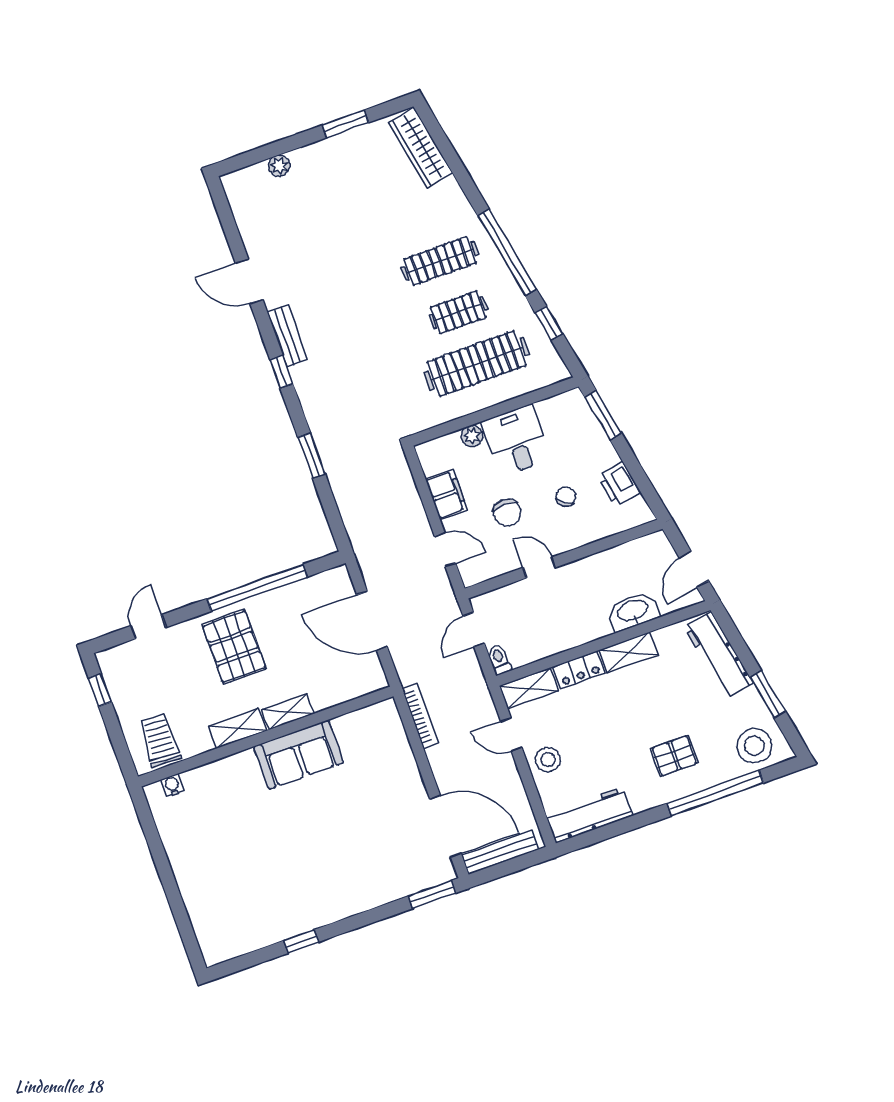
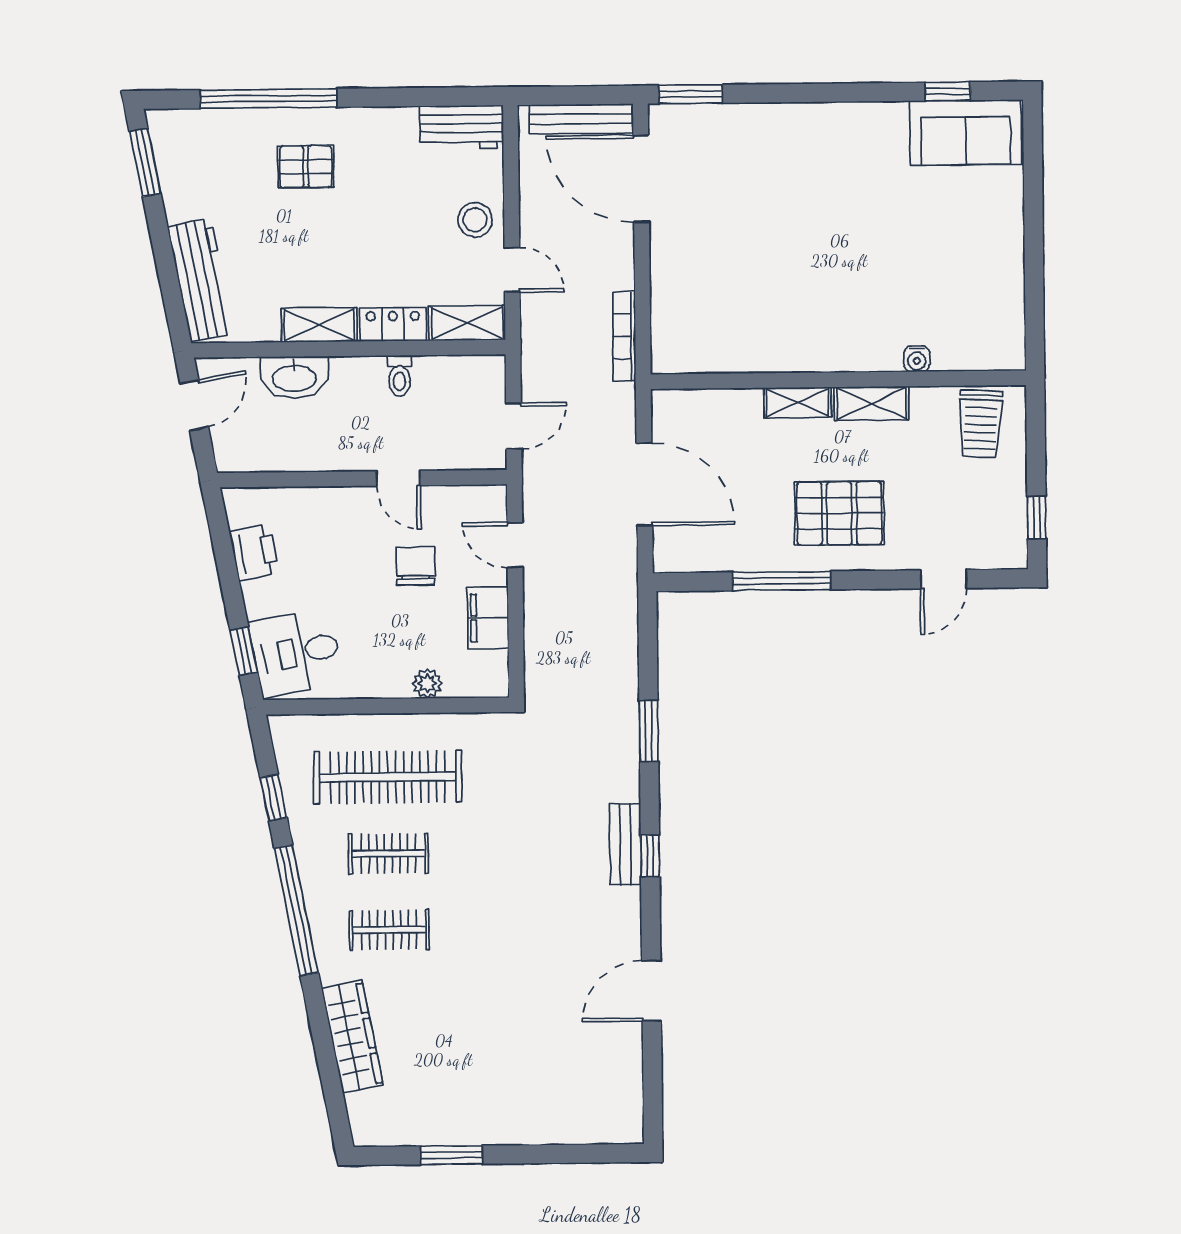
wardrobe: (421, 148) -> (352, 1037), moved
plant: (279, 166) -> (559, 1130), removed
clothes rail: (440, 261) -> (389, 930), width x0.73
door: (249, 281) -> (651, 991), swing flipped
bench: (287, 336) -> (625, 844), moved
window: (603, 415) -> (244, 651), width x0.67
desk: (516, 440) -> (296, 652), moved, turned 79
chair: (566, 497) -> (330, 560), removed
window: (257, 588) -> (782, 581), width x0.68
pallet: (234, 647) -> (839, 513), turned 90
toilet: (499, 659) -> (399, 376), moved
window: (768, 694) -> (145, 162), moved
stool: (754, 746) -> (195, 143), removed
sofa: (299, 755) -> (966, 132), moved, turned 180
water cooler: (172, 785) -> (917, 359), moved
workbench: (589, 815) -> (462, 127), width x0.73
window: (301, 941) -> (948, 91), moved

